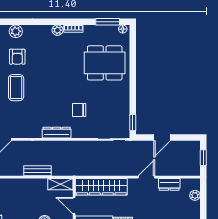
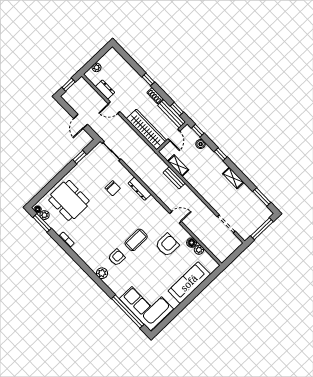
plant: (58, 30) -> (45, 215), moved
window: (133, 123) -> (80, 157), moved
door: (162, 138) -> (81, 121), swing flipped
shelving: (60, 184) -> (178, 166), moved

